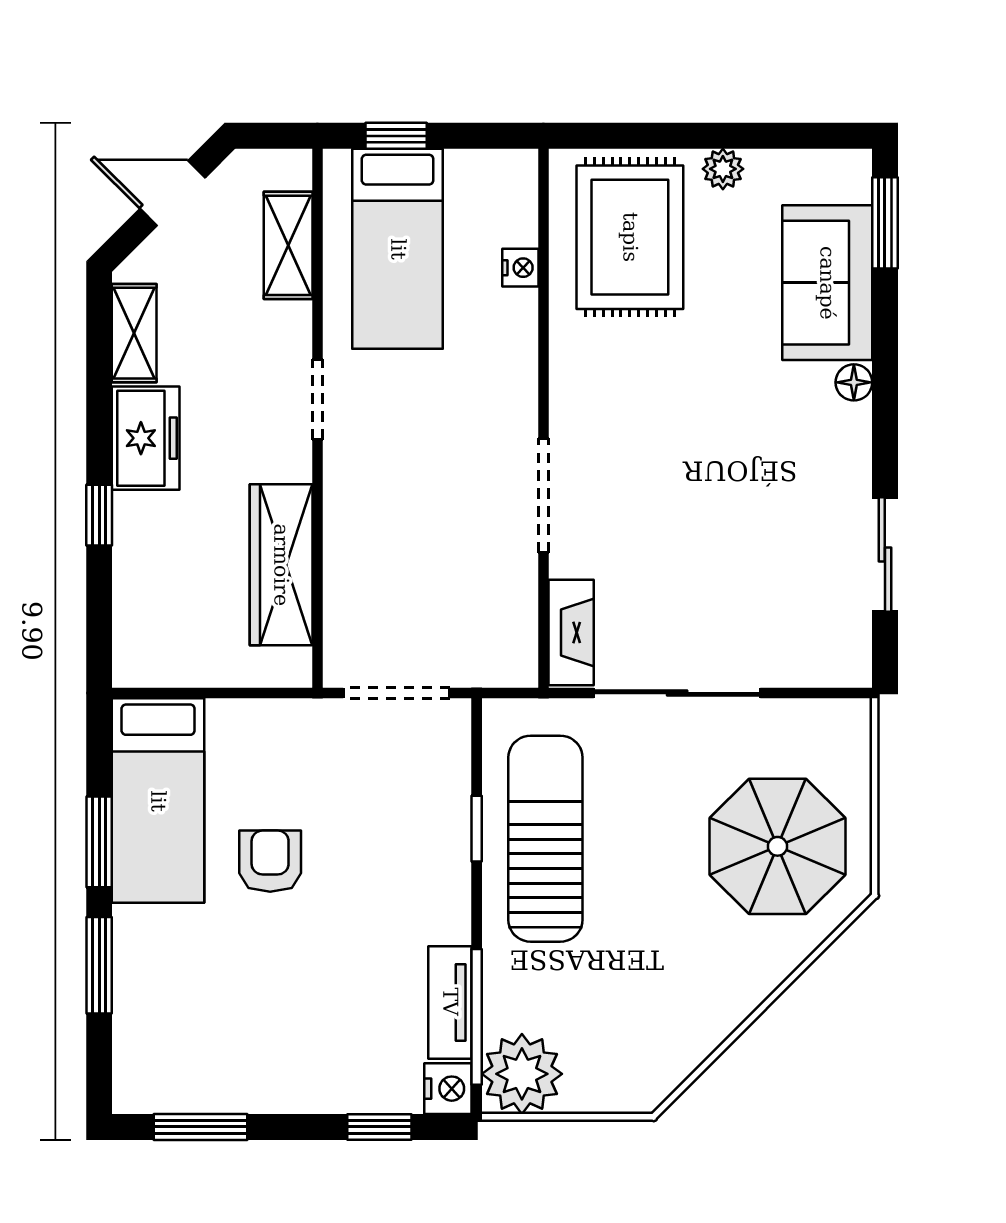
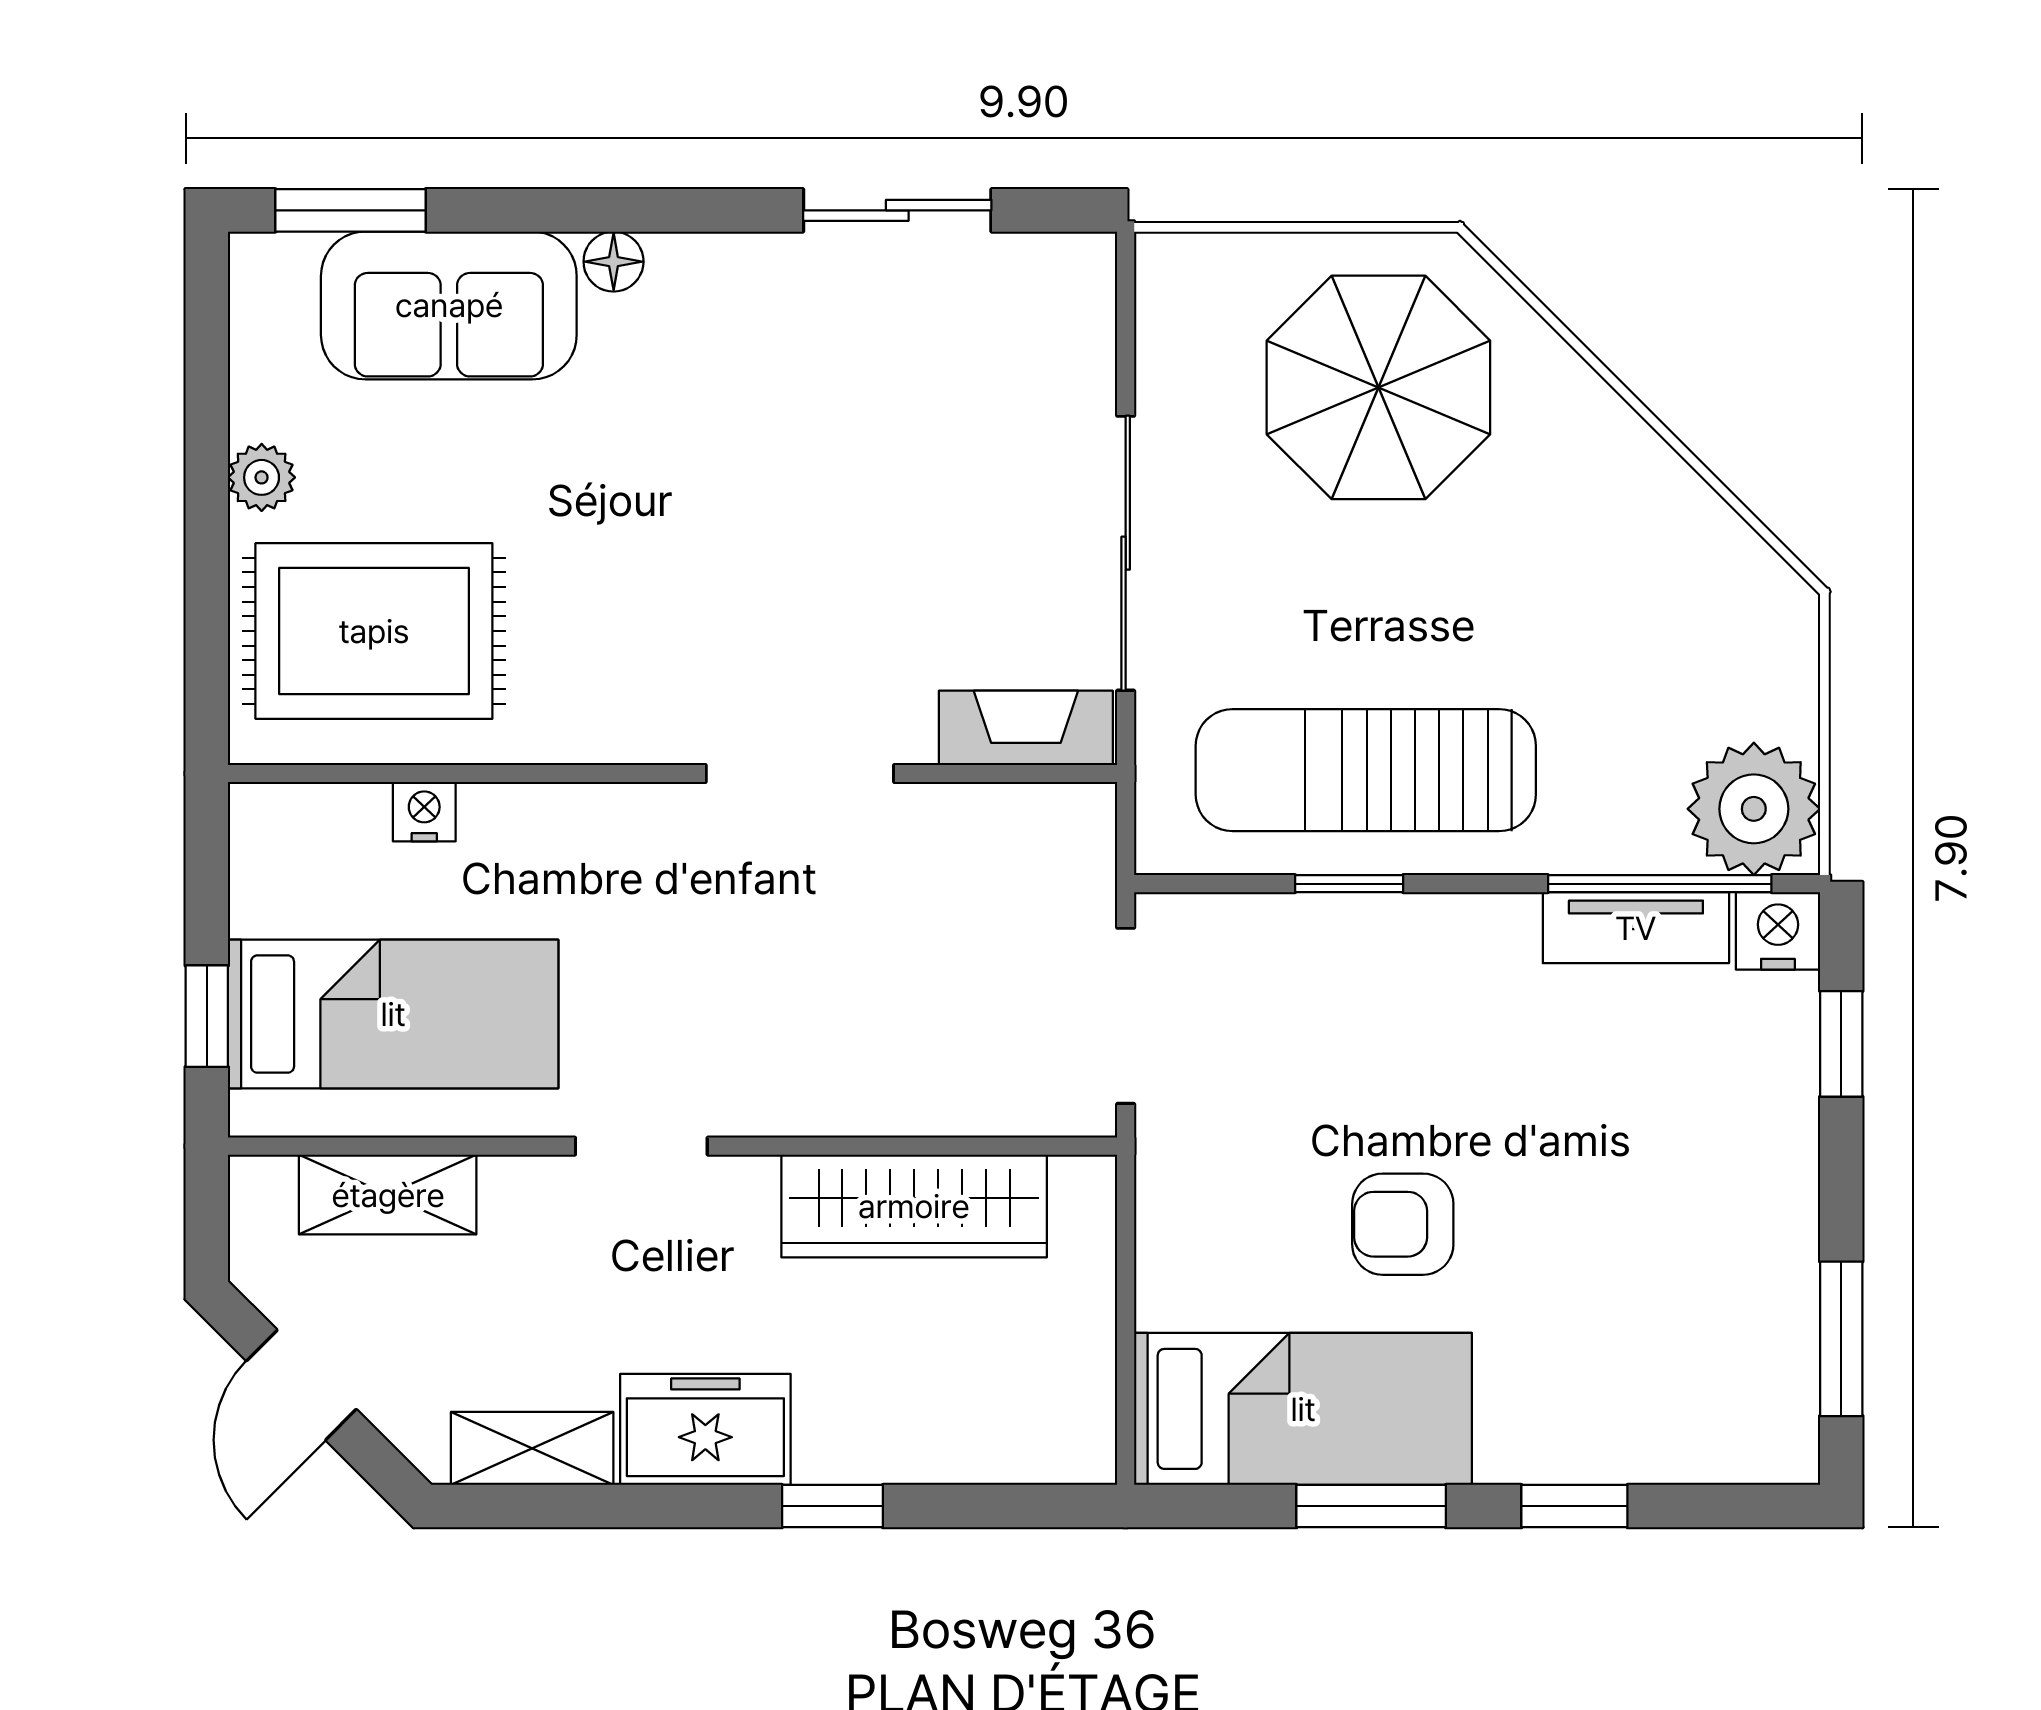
window: (99, 965) -> (1574, 1506), width x0.67

